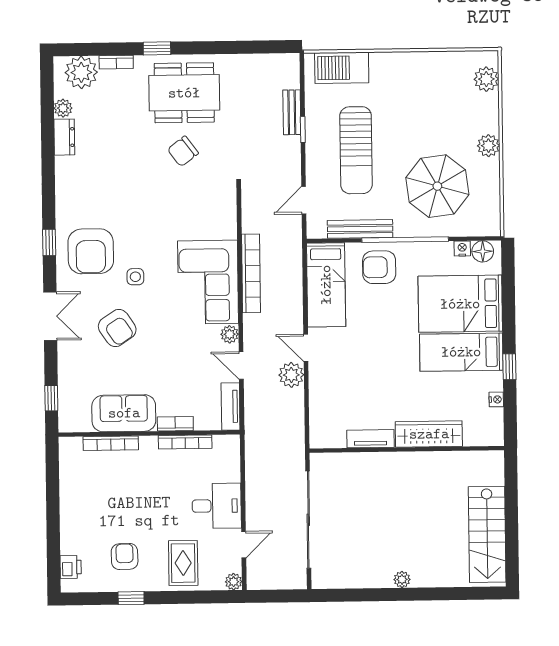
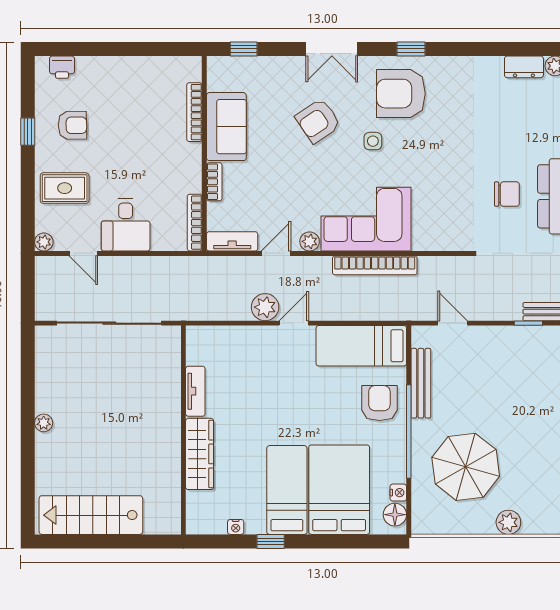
sun lounger: (356, 150) -> (505, 380), removed
chair: (183, 151) -> (507, 194), turned 127
bookcase: (185, 442) -> (195, 223), moved

